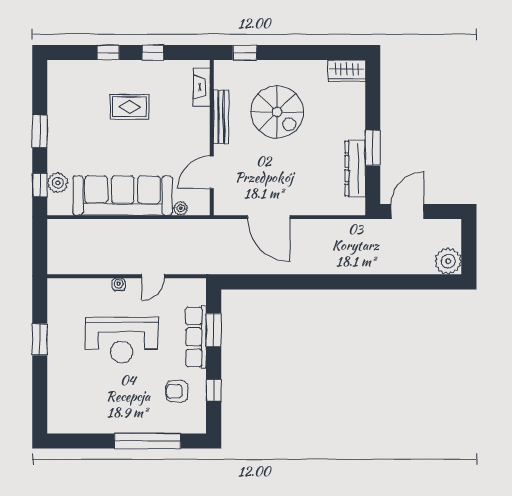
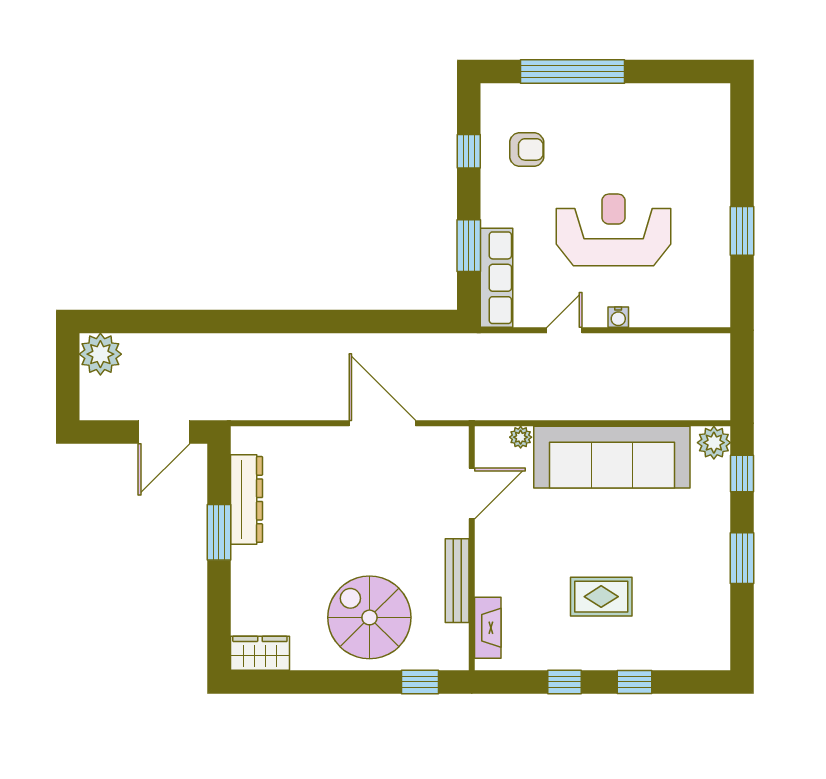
spiral stairs: (277, 112) -> (369, 617), moved
plant: (58, 183) -> (714, 443), moved
row of seats: (196, 337) -> (497, 278), moved

